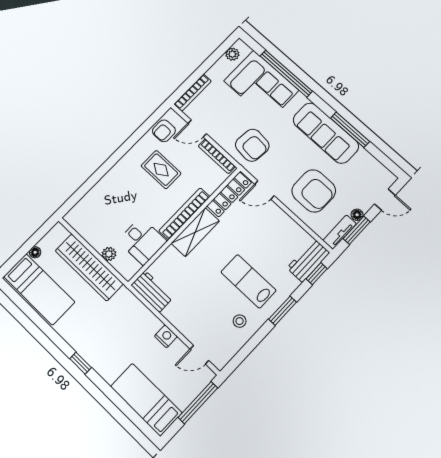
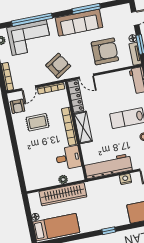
armchair: (252, 145) -> (58, 66), turned -38
door: (264, 190) -> (86, 76), hinge flipped
workbench: (152, 291) -> (108, 166), width x1.88, depth x1.32

